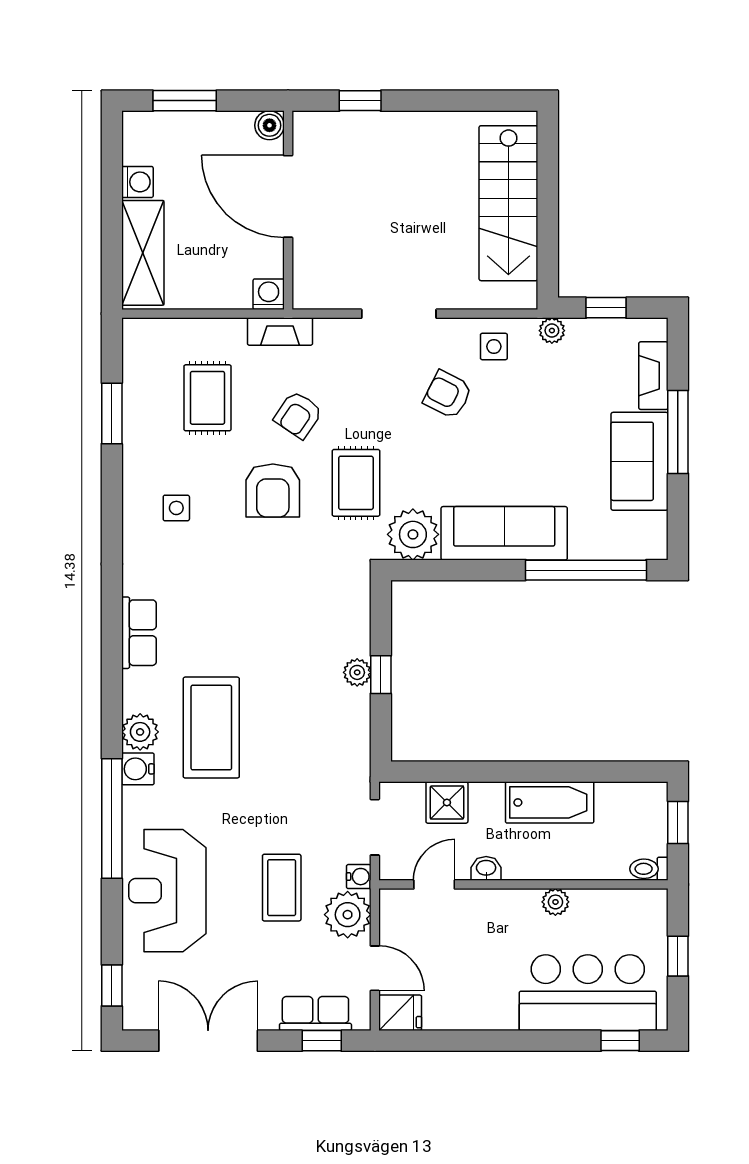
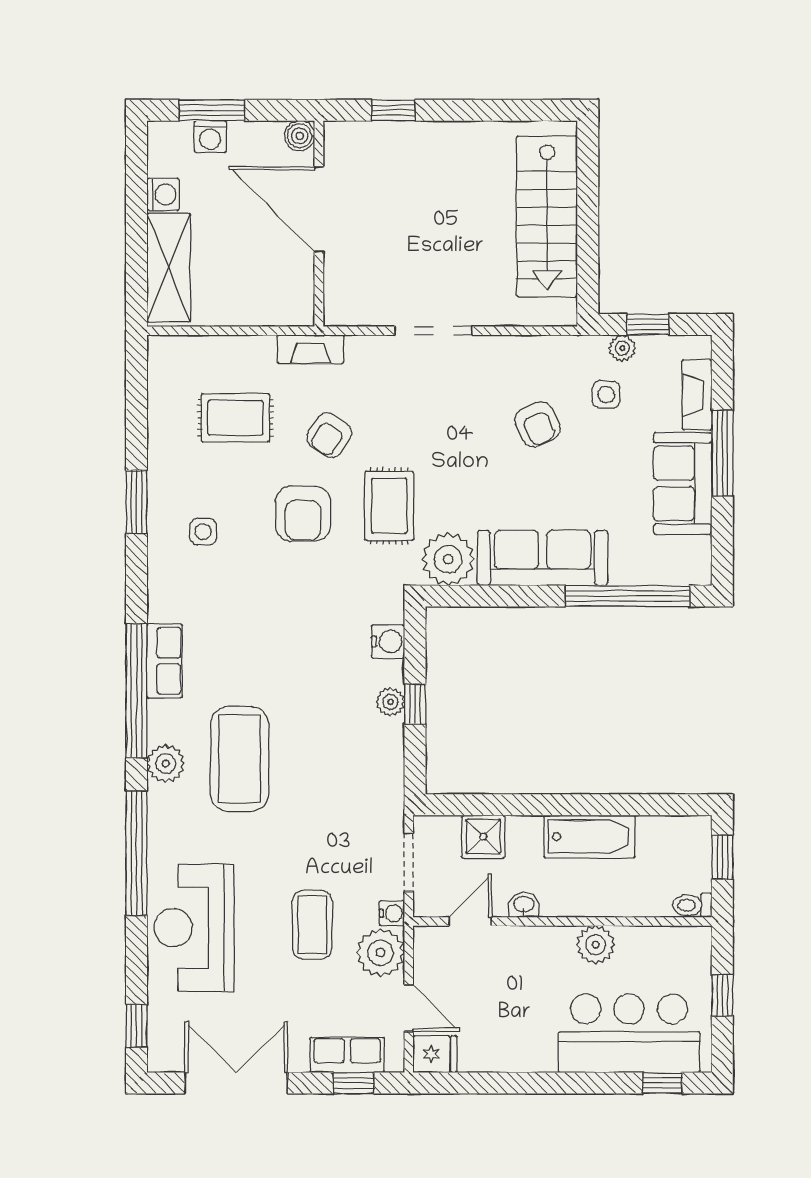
washing machine: (269, 294) -> (210, 137), moved, turned 180
plant: (552, 331) -> (622, 348), moved
side table: (494, 346) -> (606, 394), moved
armchair: (448, 395) -> (537, 424), moved, turned -142
rug: (207, 398) -> (235, 418), turned 90
window: (112, 413) -> (136, 502), moved
window: (112, 662) -> (136, 691), added
water cooler: (138, 769) -> (388, 641), moved, turned 180
plant: (555, 902) -> (596, 945), width x1.38, depth x1.38

